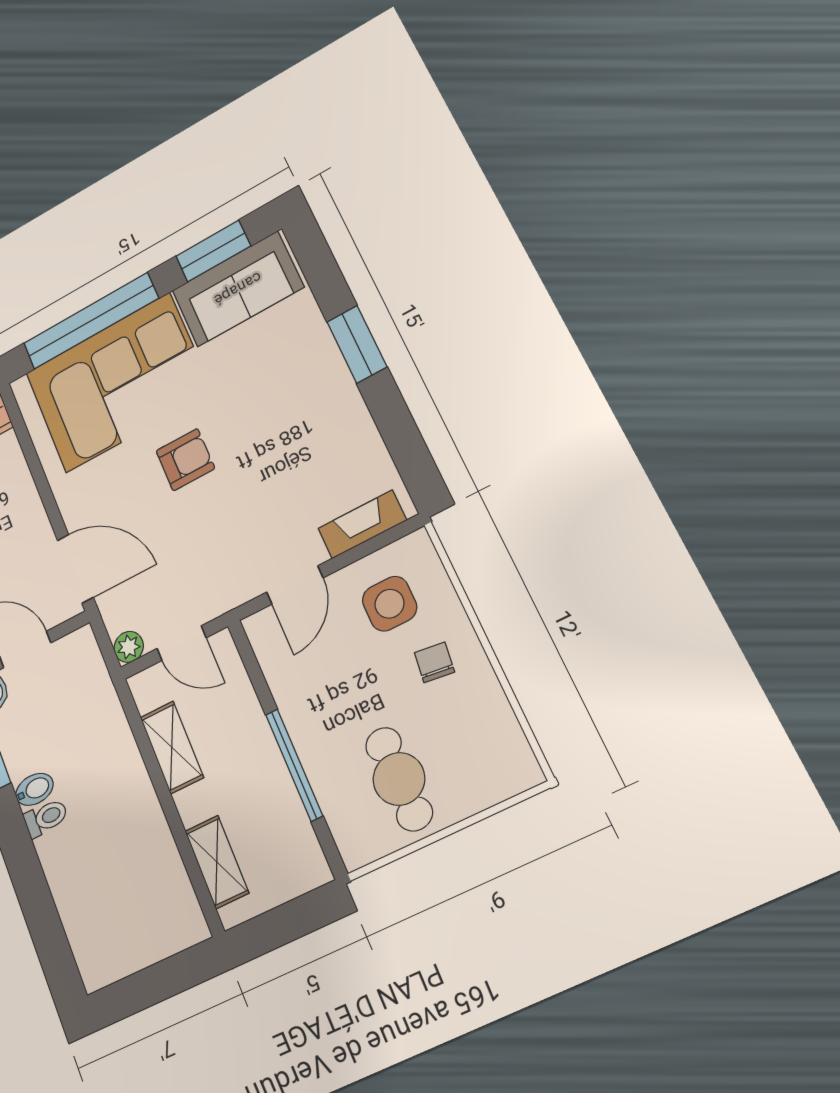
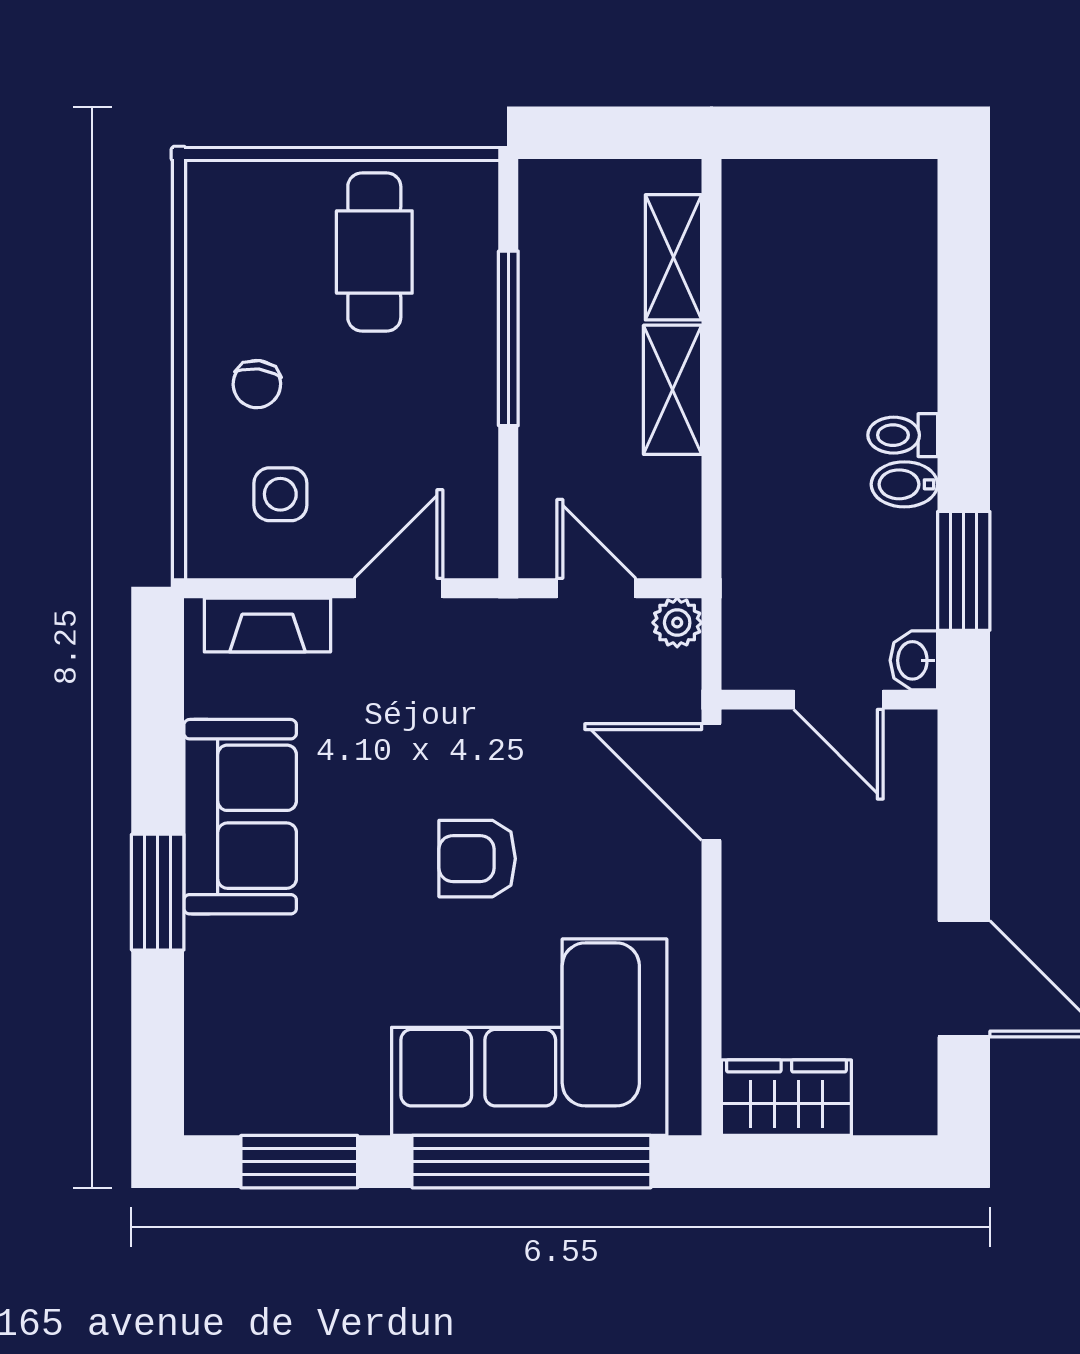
sofa: (238, 289) -> (240, 817), moved, turned 90
side table: (390, 604) -> (280, 494), width x0.73, depth x0.73
shelving: (172, 747) -> (673, 390), moved

